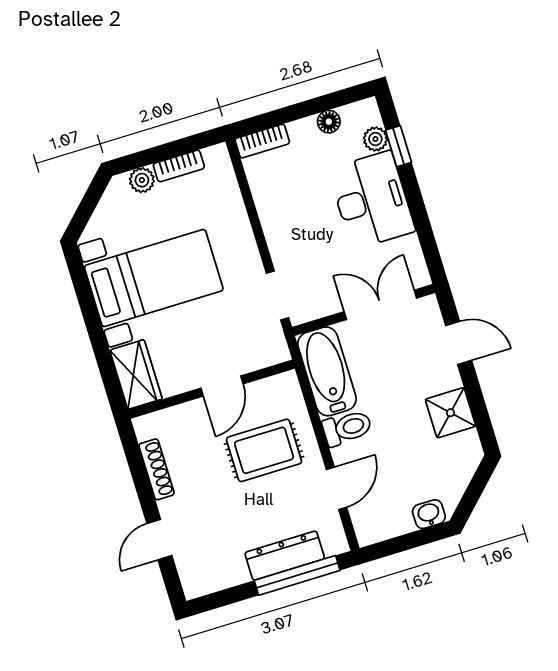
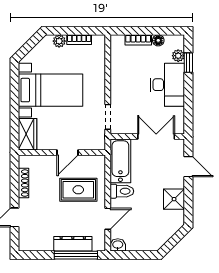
bookcase: (262, 141) -> (138, 40), moved
washbasin: (429, 514) -> (118, 245), moved

